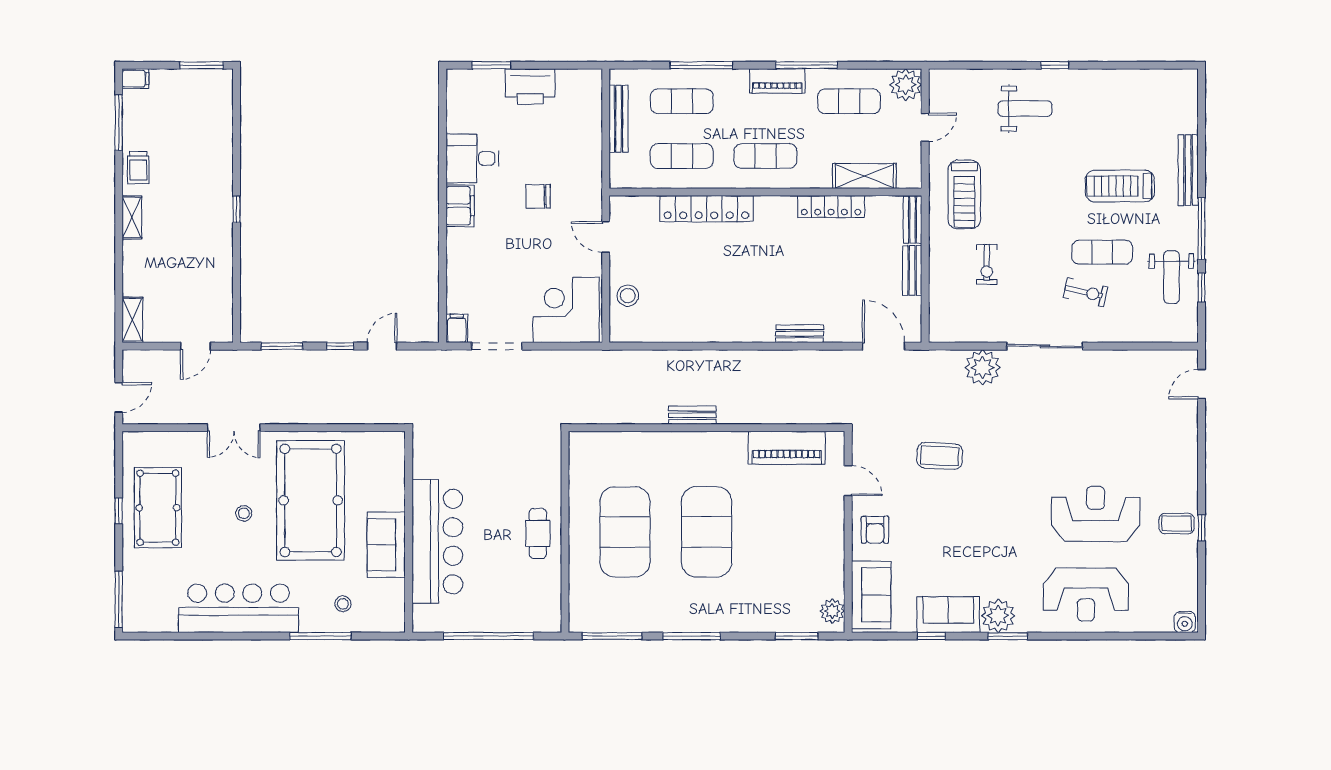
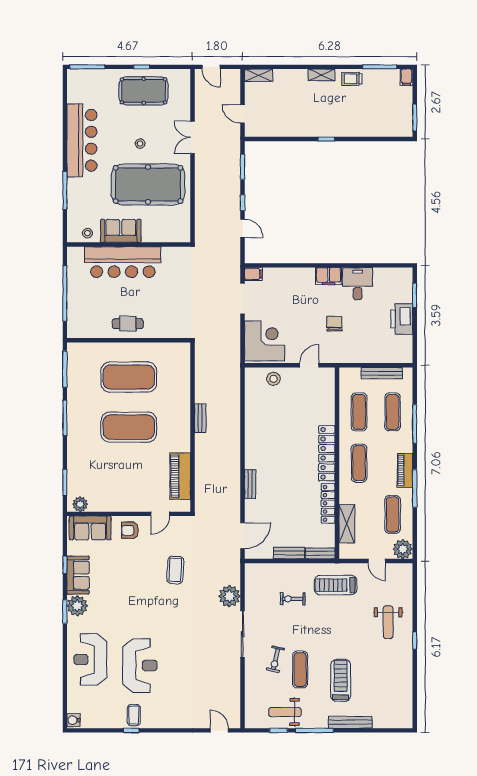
locker: (706, 209) -> (327, 453), moved
stool: (343, 604) -> (87, 233), moved

